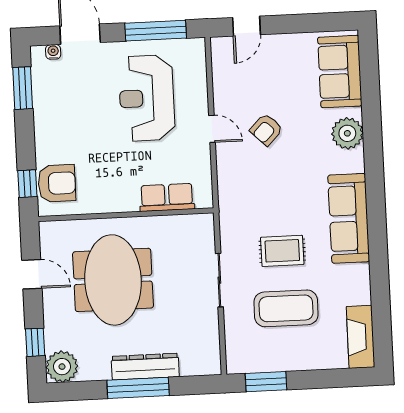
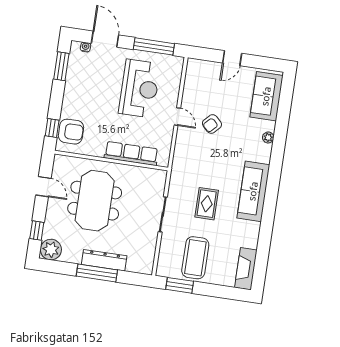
door: (247, 26) -> (232, 58), moved
reception desk: (147, 98) -> (139, 89), turned 180
plant: (347, 133) -> (268, 137), width x0.53, depth x0.53
row of seats: (167, 197) -> (131, 153), width x1.48
rug: (282, 251) -> (207, 204), turned 90
coffee table: (286, 308) -> (195, 258), moved, turned 90

